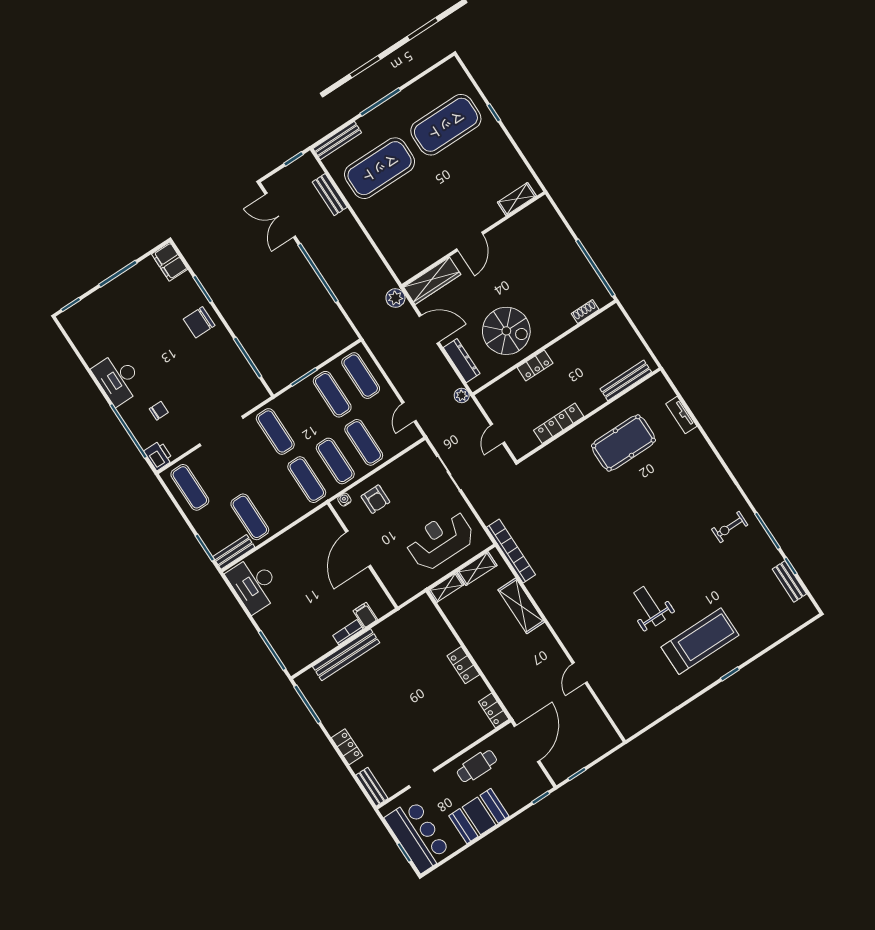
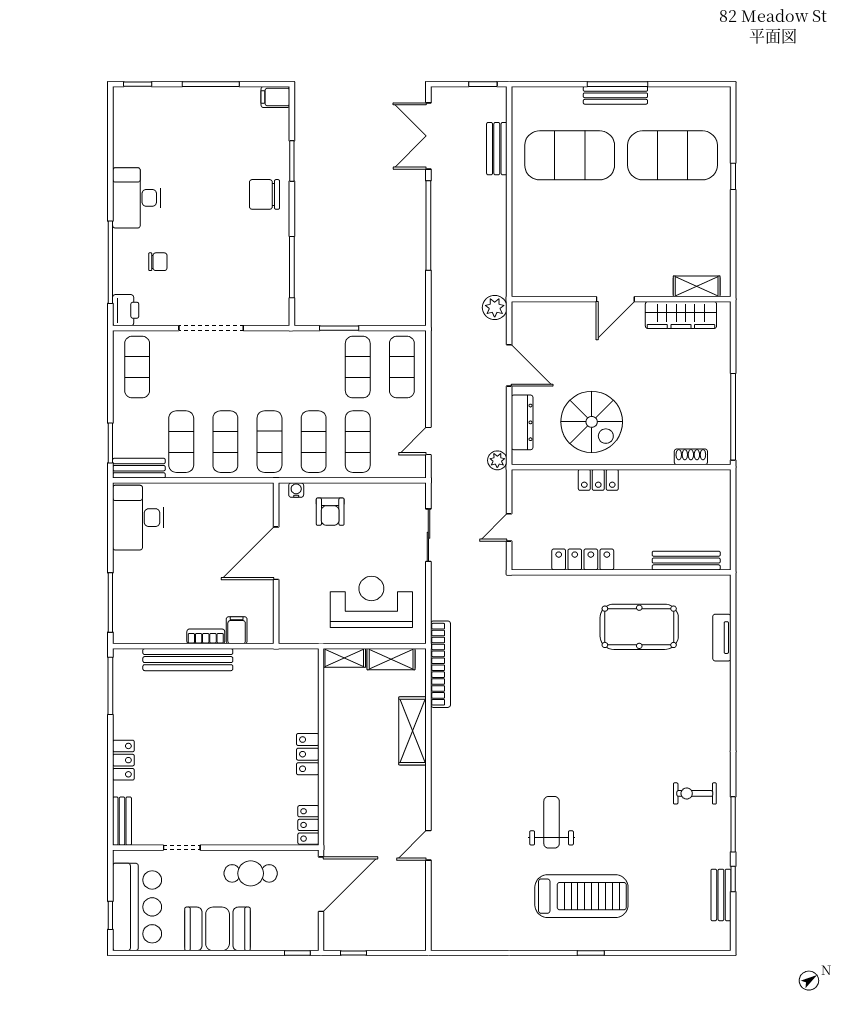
bench: (337, 141) -> (615, 95), moved
filing cabinet: (170, 262) -> (275, 97), width x0.50
wardrobe: (432, 281) -> (681, 315), moved
exercise mat: (275, 431) -> (225, 442), moved

